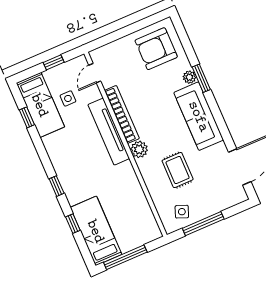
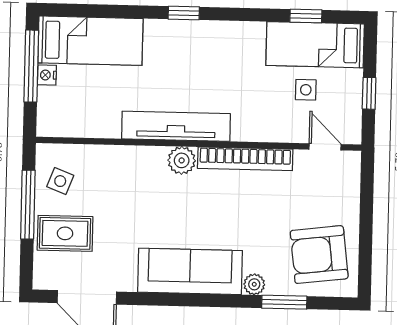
armchair: (156, 49) -> (319, 255), turned -97
window: (201, 78) -> (284, 302), moved
tv unit: (109, 132) -> (176, 126), moved
rug: (178, 170) -> (65, 233), moved
window: (73, 224) -> (117, 11), removed
nightstand: (126, 246) -> (47, 75), added

